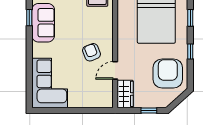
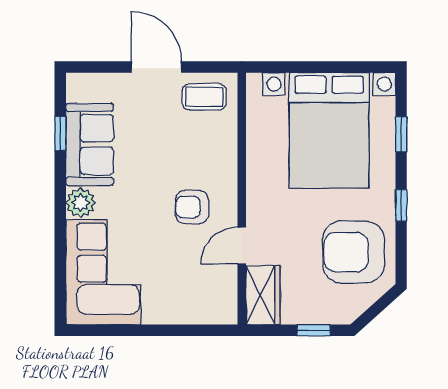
plant: (39, 50) -> (81, 203), added
armchair: (91, 52) -> (192, 207), turned -68
armchair: (168, 74) -> (353, 252), turned -90

